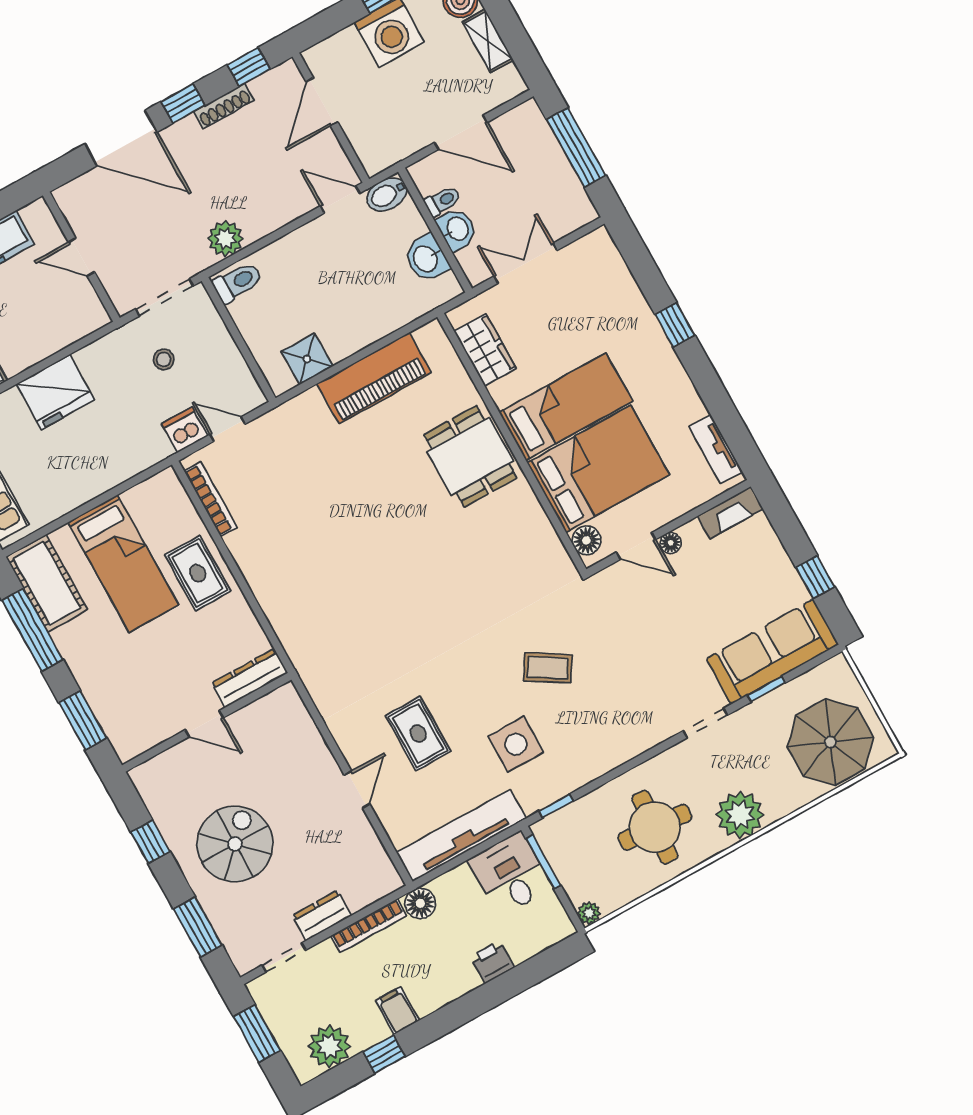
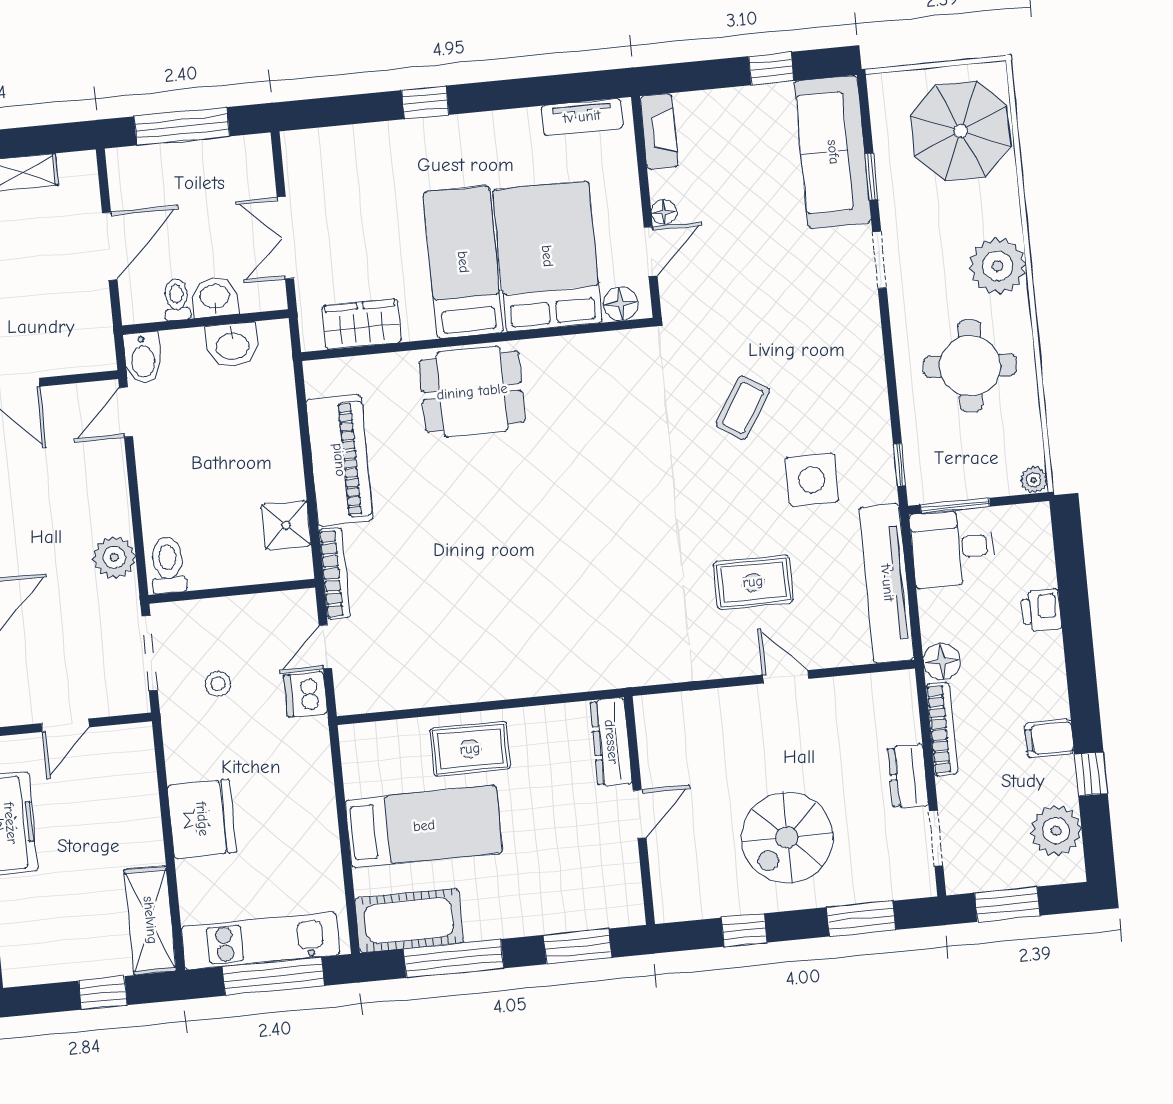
bookcase: (211, 499) -> (334, 573), moved, turned 90
spiral stairs: (235, 844) -> (787, 838), turned -90

